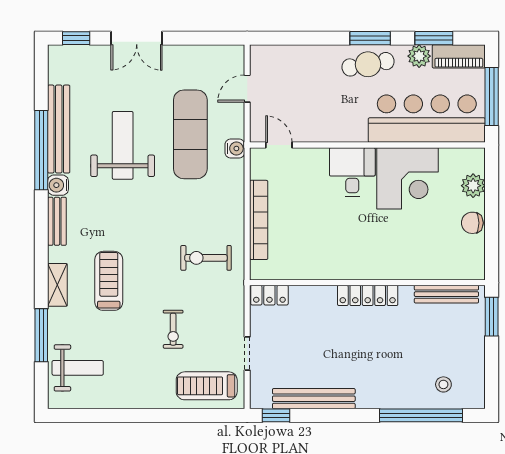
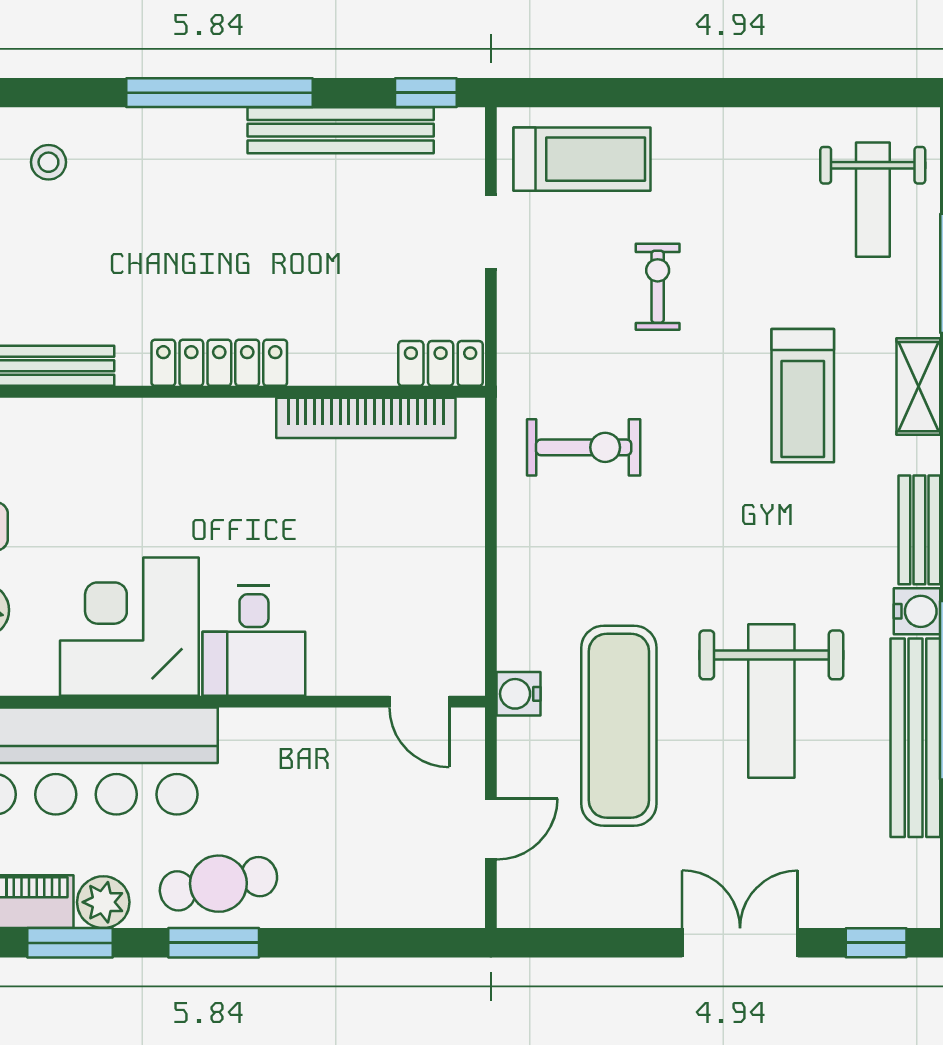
bookcase: (259, 220) -> (366, 418), moved, turned -90
weight bench: (78, 368) -> (873, 200), turned -90
window: (421, 415) -> (220, 93), moved

